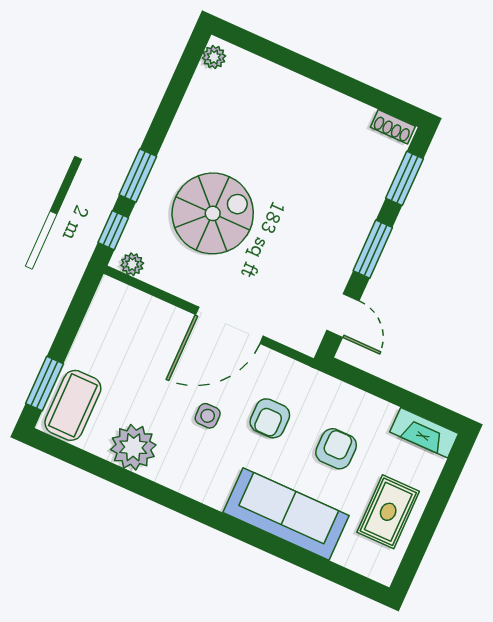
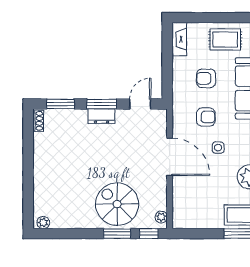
spiral stairs: (213, 213) -> (117, 204), moved
dresser: (352, 240) -> (102, 116), added

